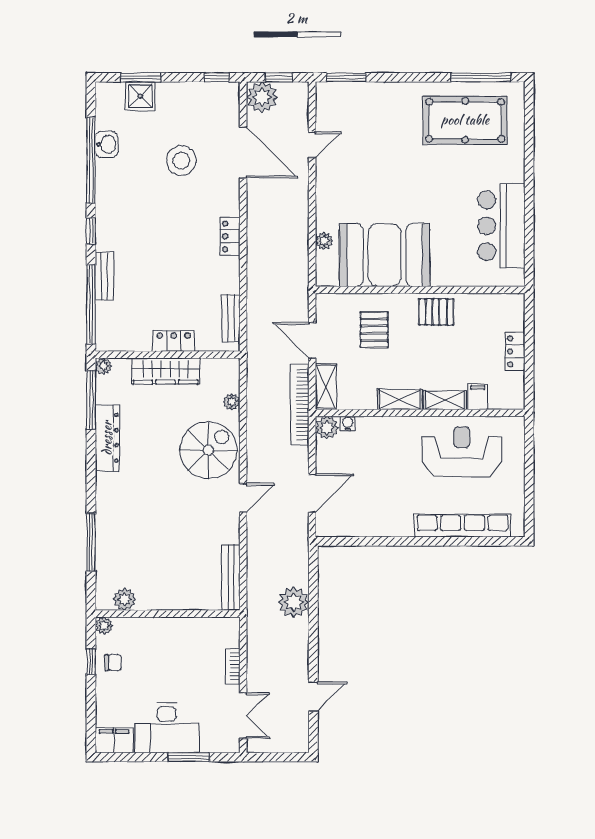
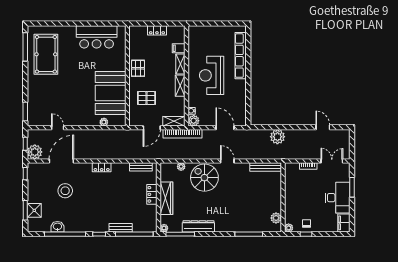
reception desk: (462, 452) -> (212, 75), moved

